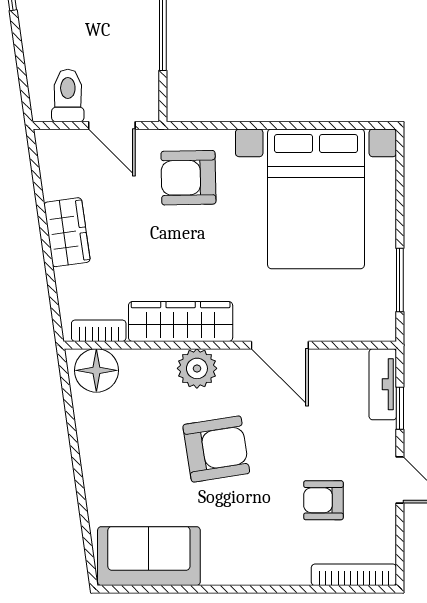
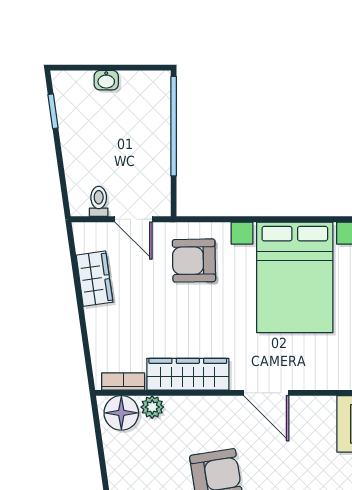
toilet: (68, 95) -> (99, 201), width x0.73, depth x0.72
wardrobe: (67, 232) -> (94, 279), moved
plant: (197, 368) -> (152, 407), moved, width x0.73, depth x0.73

